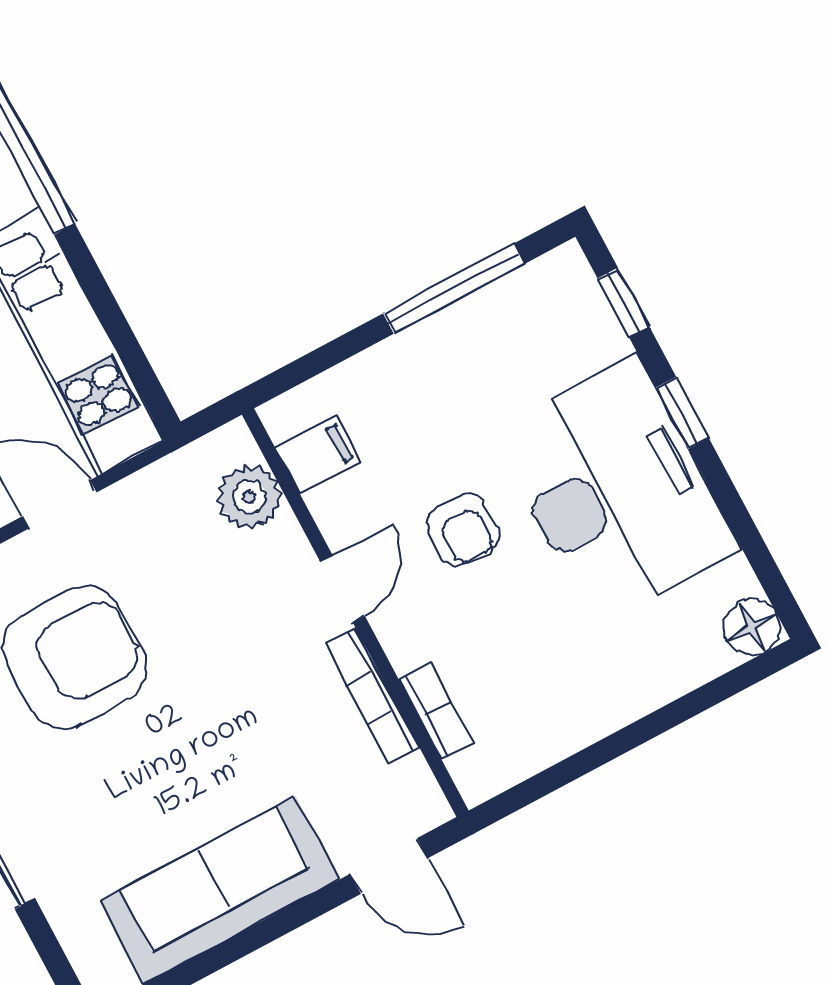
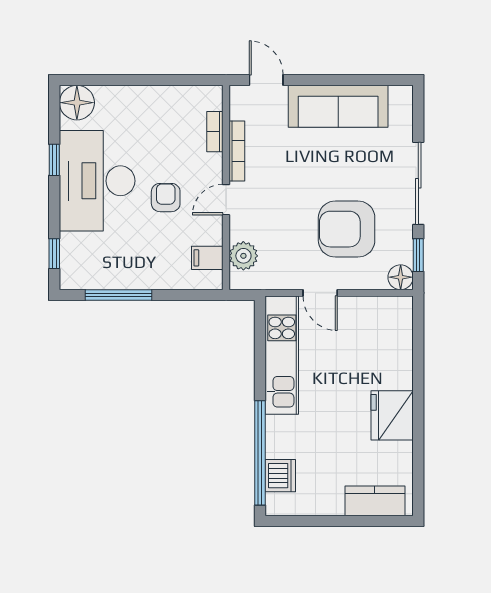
window: (682, 413) -> (54, 160), moved
floor lamp: (752, 627) -> (77, 103), width x1.38, depth x1.38

